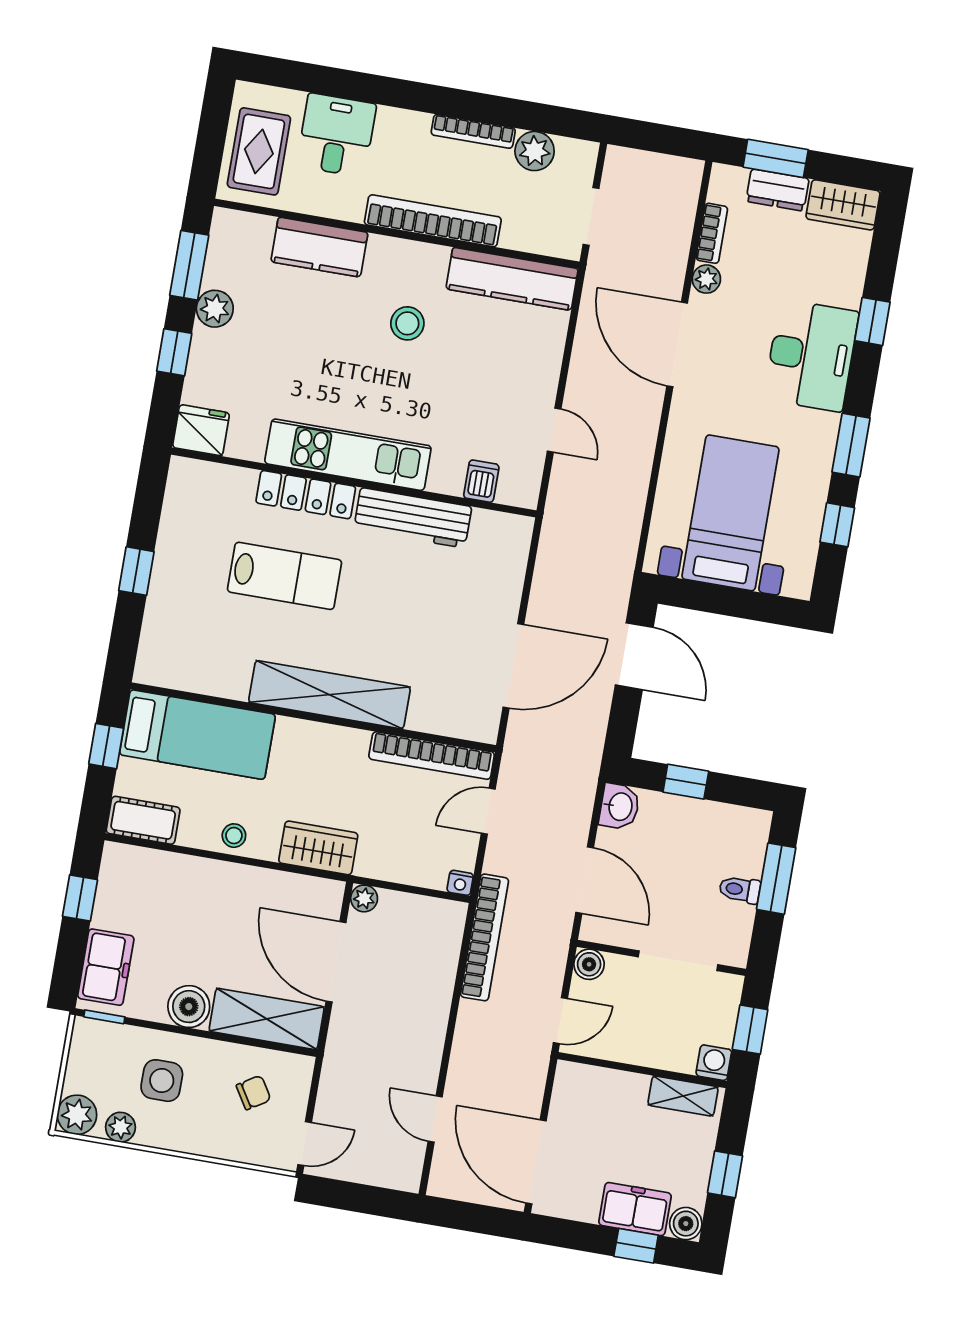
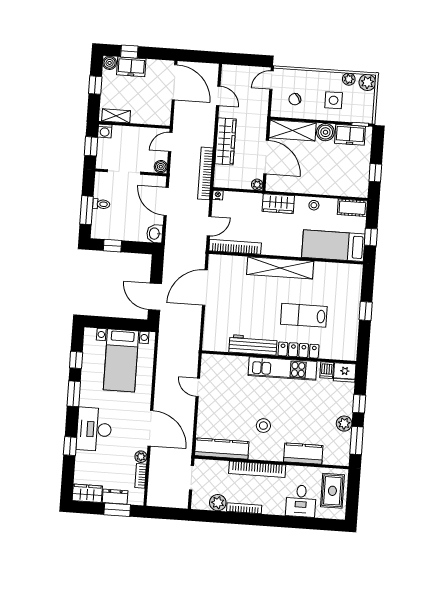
dishwasher: (481, 481) -> (327, 370), moved
window: (686, 782) -> (112, 246), moved
freezer: (106, 967) -> (350, 135), moved, turned -90
wardrobe: (429, 1009) -> (226, 141), added

